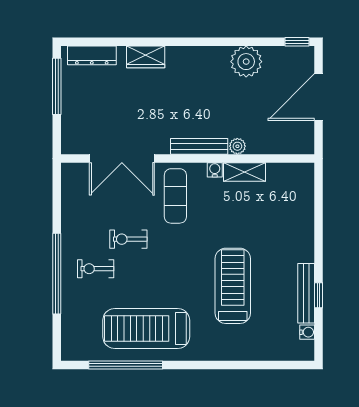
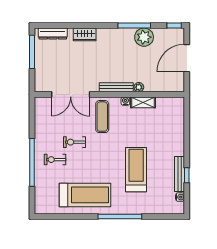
window: (230, 42) -> (134, 25), added
treadmill: (146, 329) -> (85, 195), turned 180
window: (126, 365) -> (120, 216), moved

